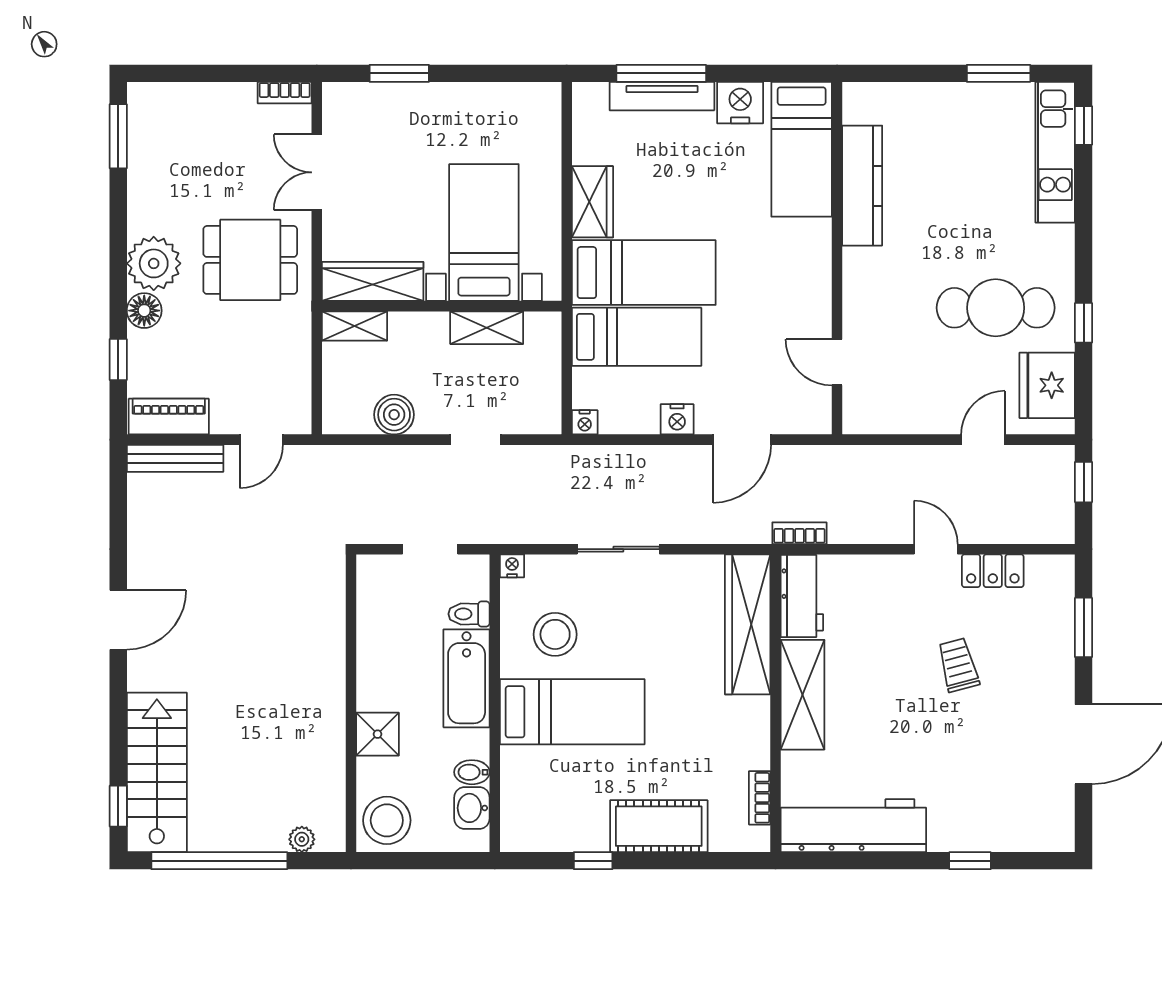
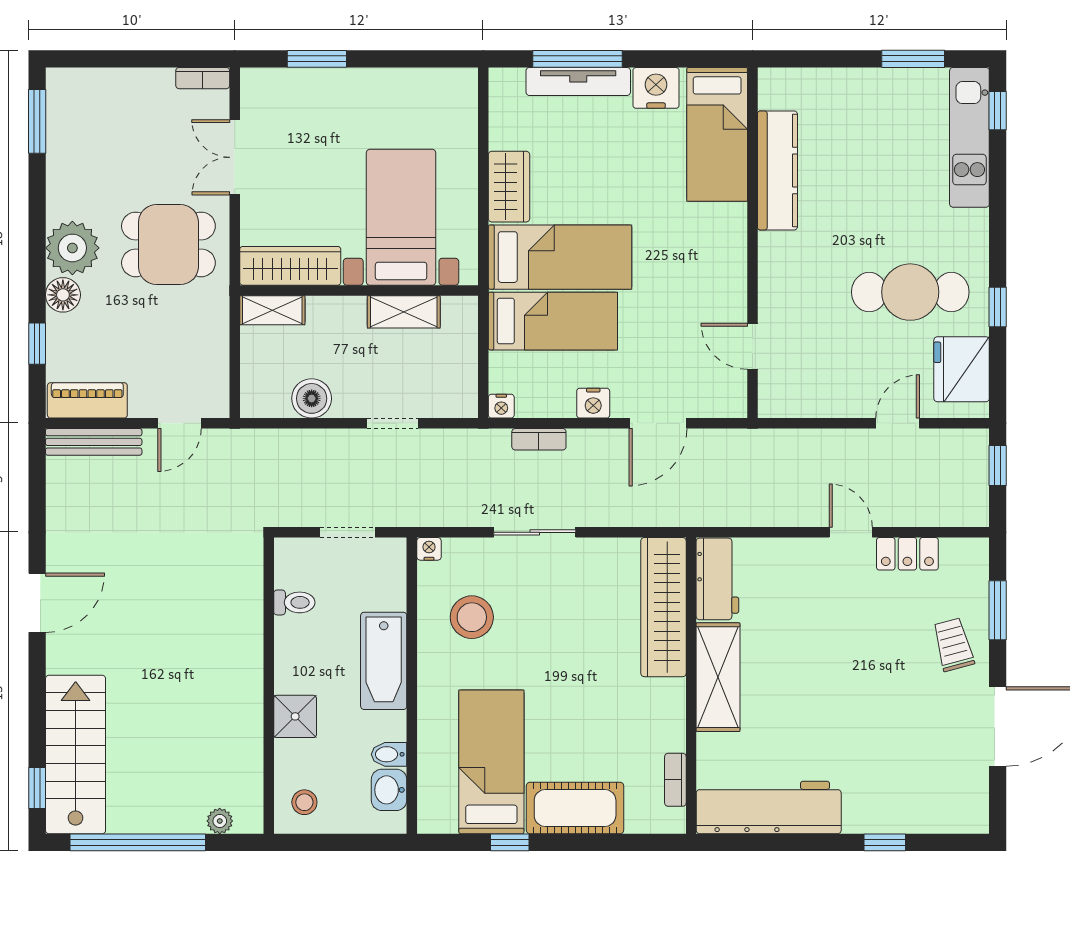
bookcase: (799, 533) -> (539, 439), moved, turned 180
toilet: (469, 614) -> (294, 602), moved, turned 180
trolley: (958, 665) -> (953, 645), moved
bed: (572, 712) -> (491, 762), moved, turned -90
stool: (387, 820) -> (304, 802), width x0.53, depth x0.53

